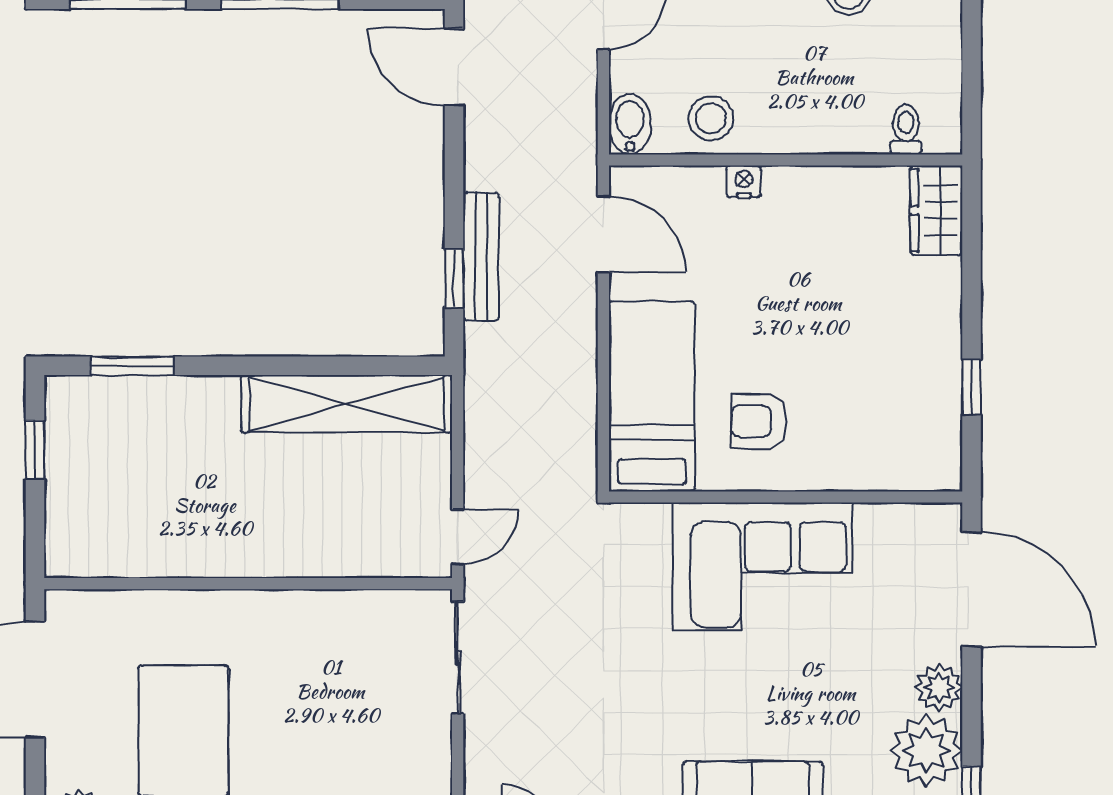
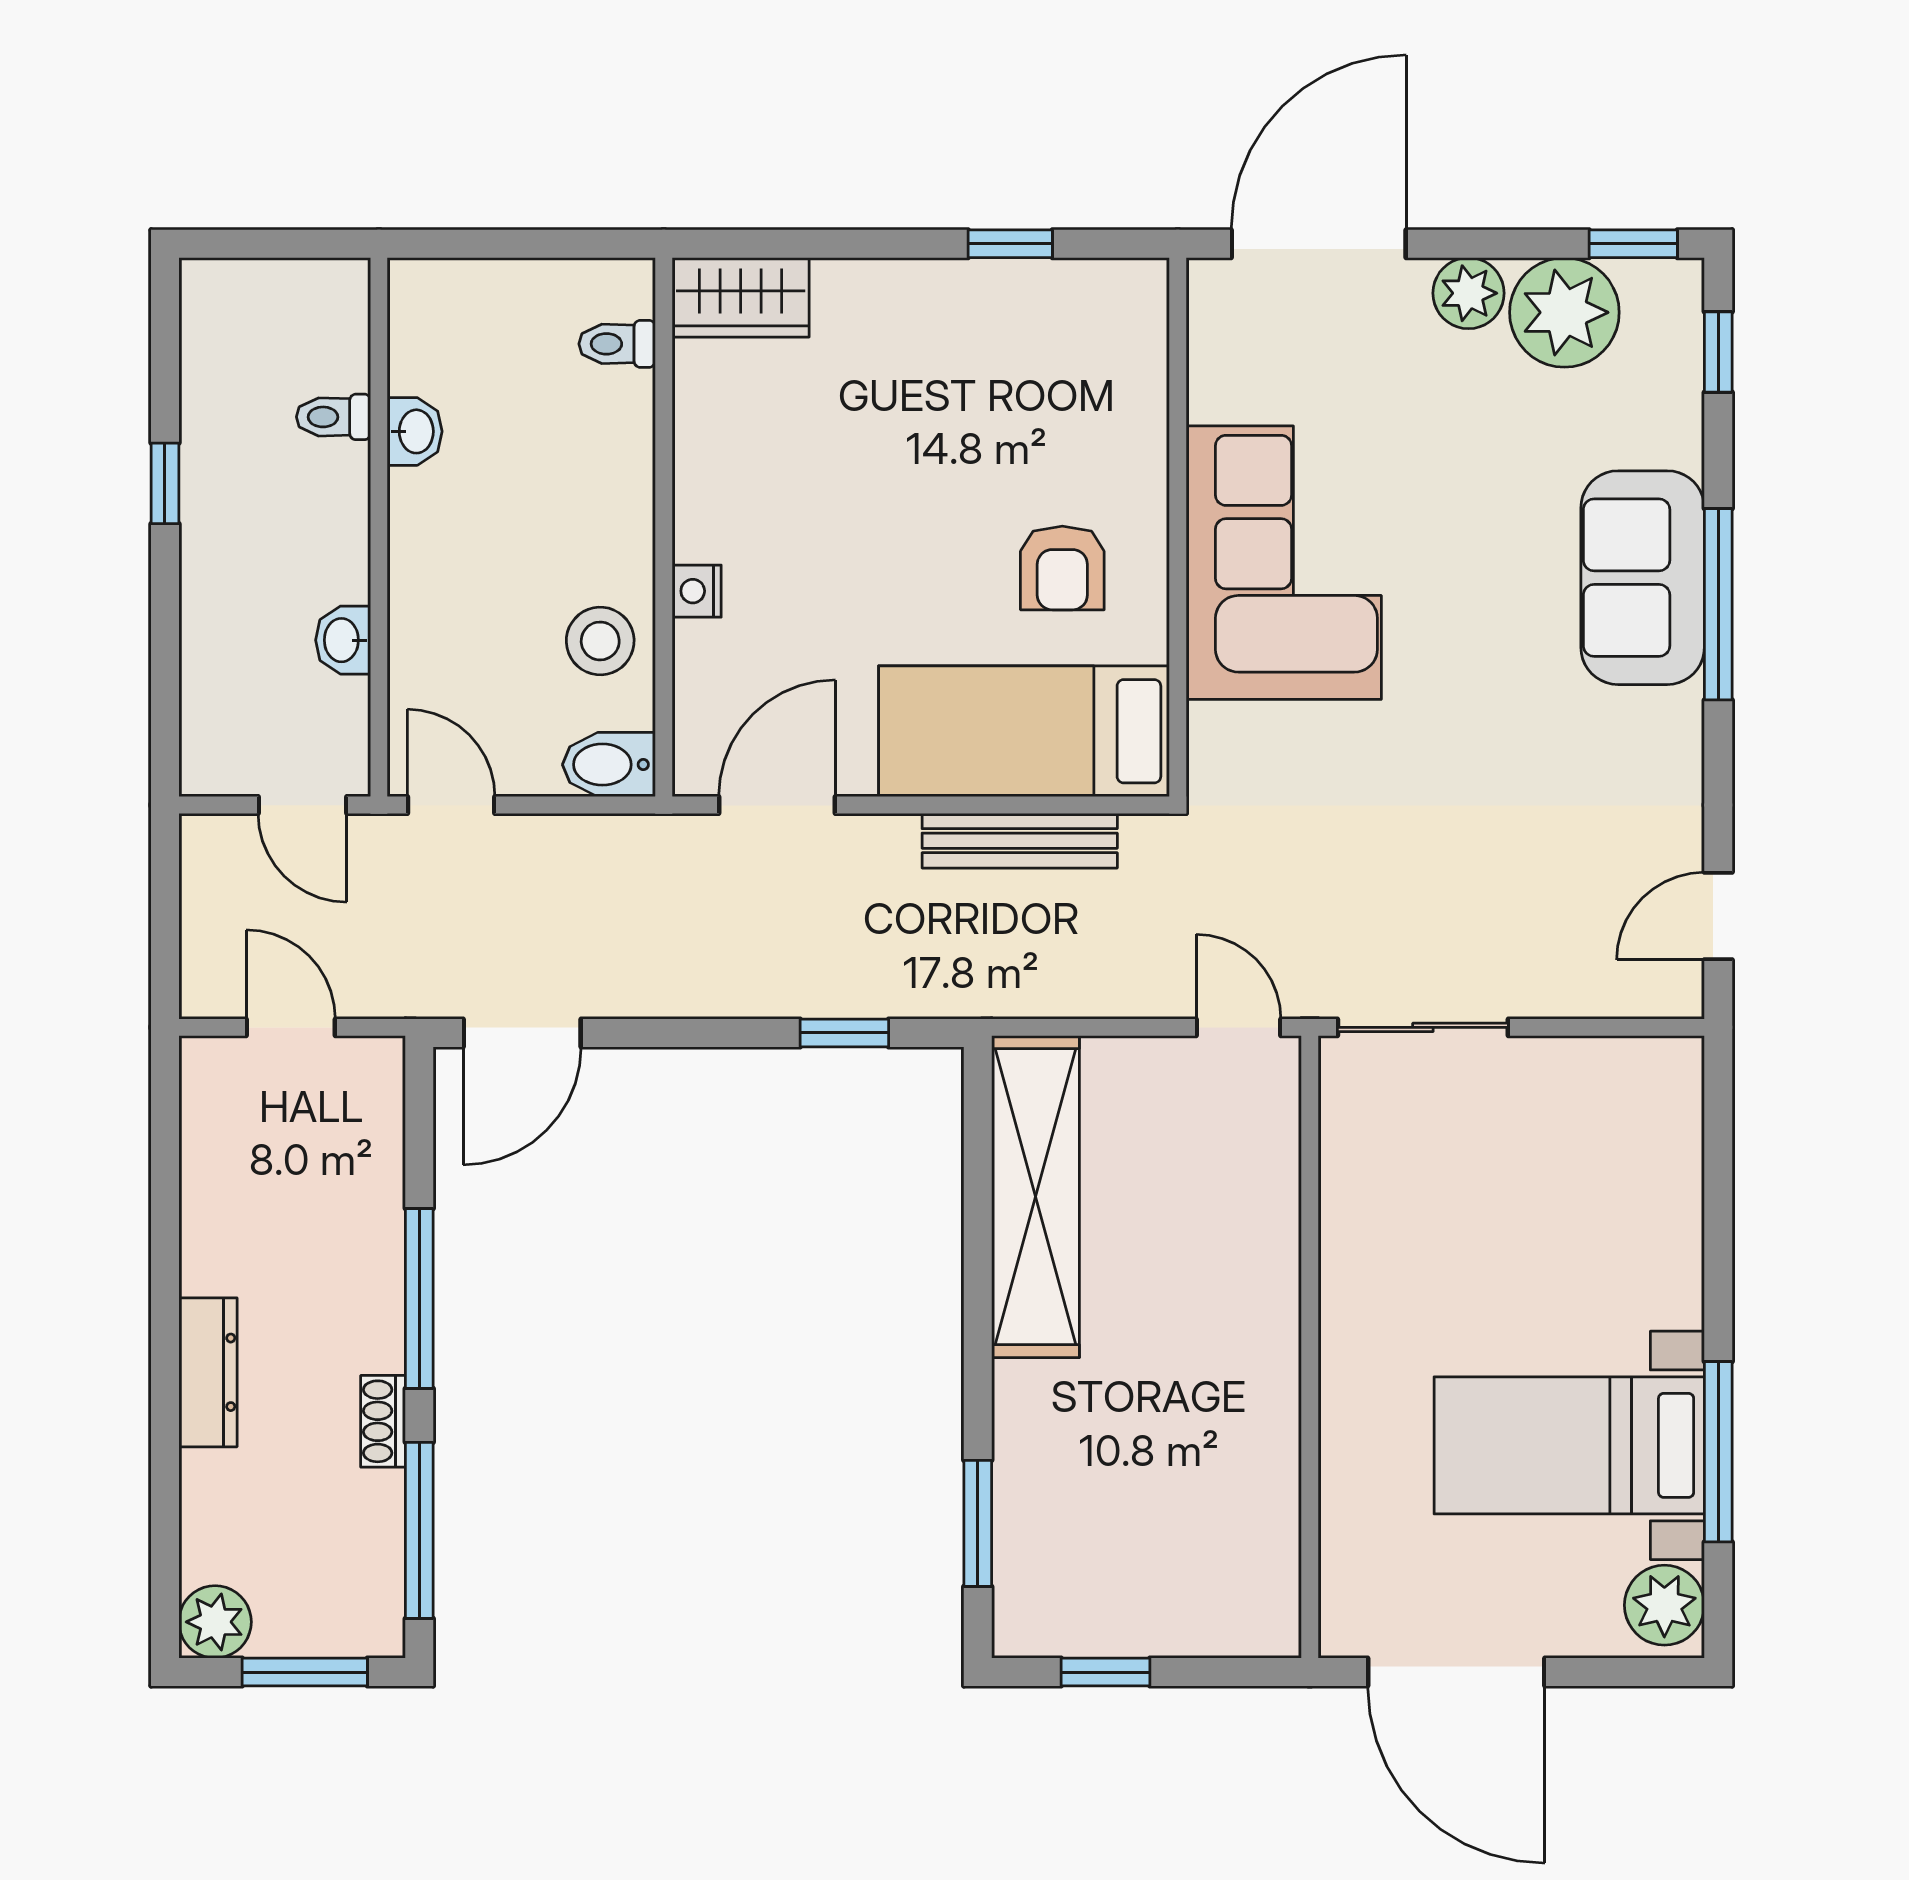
bench: (481, 256) -> (1020, 841), moved

